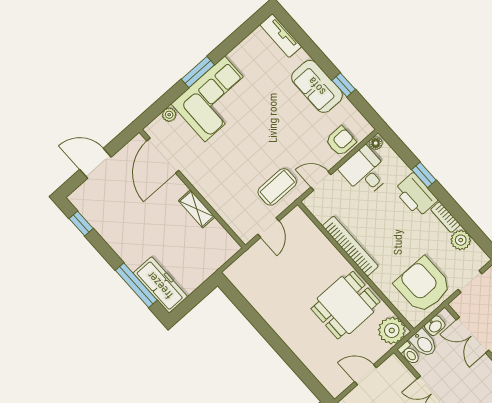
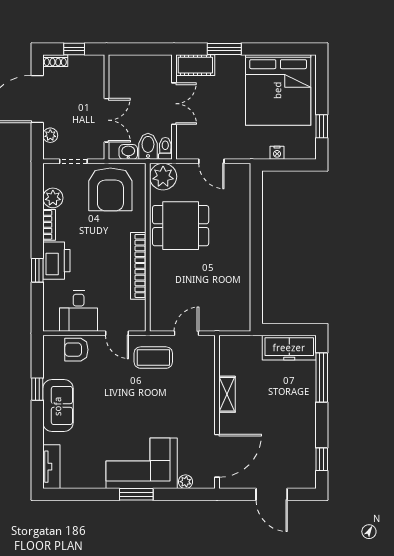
floor lamp: (376, 143) -> (52, 325), removed
freezer: (160, 285) -> (289, 348), moved, turned -90

